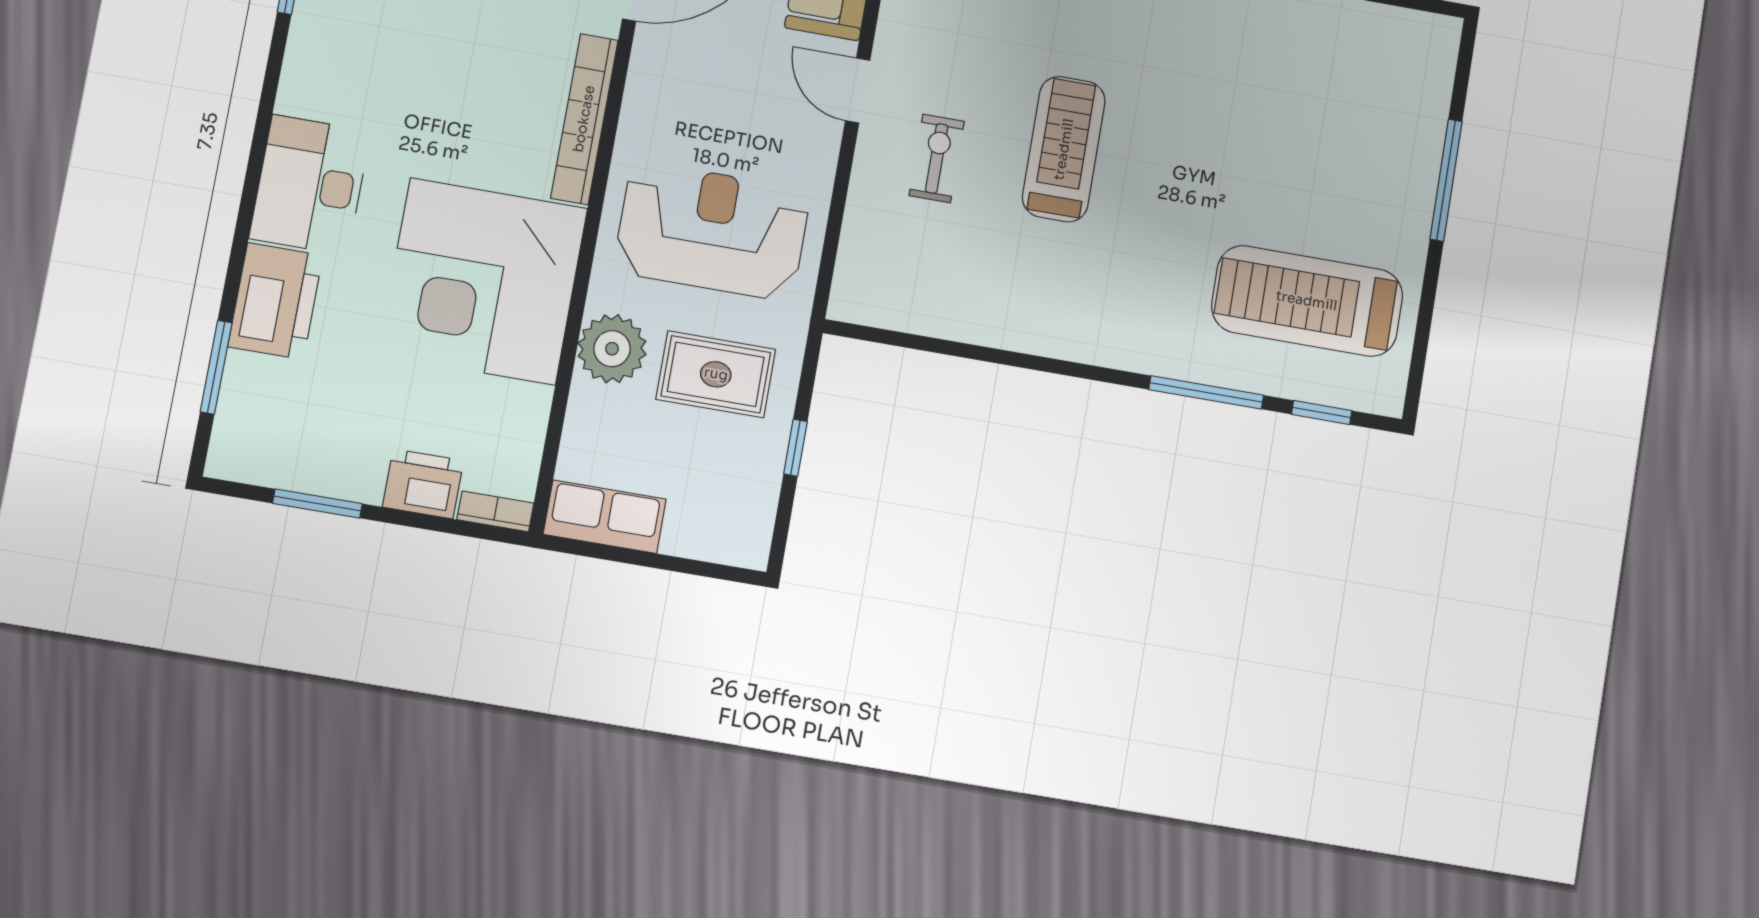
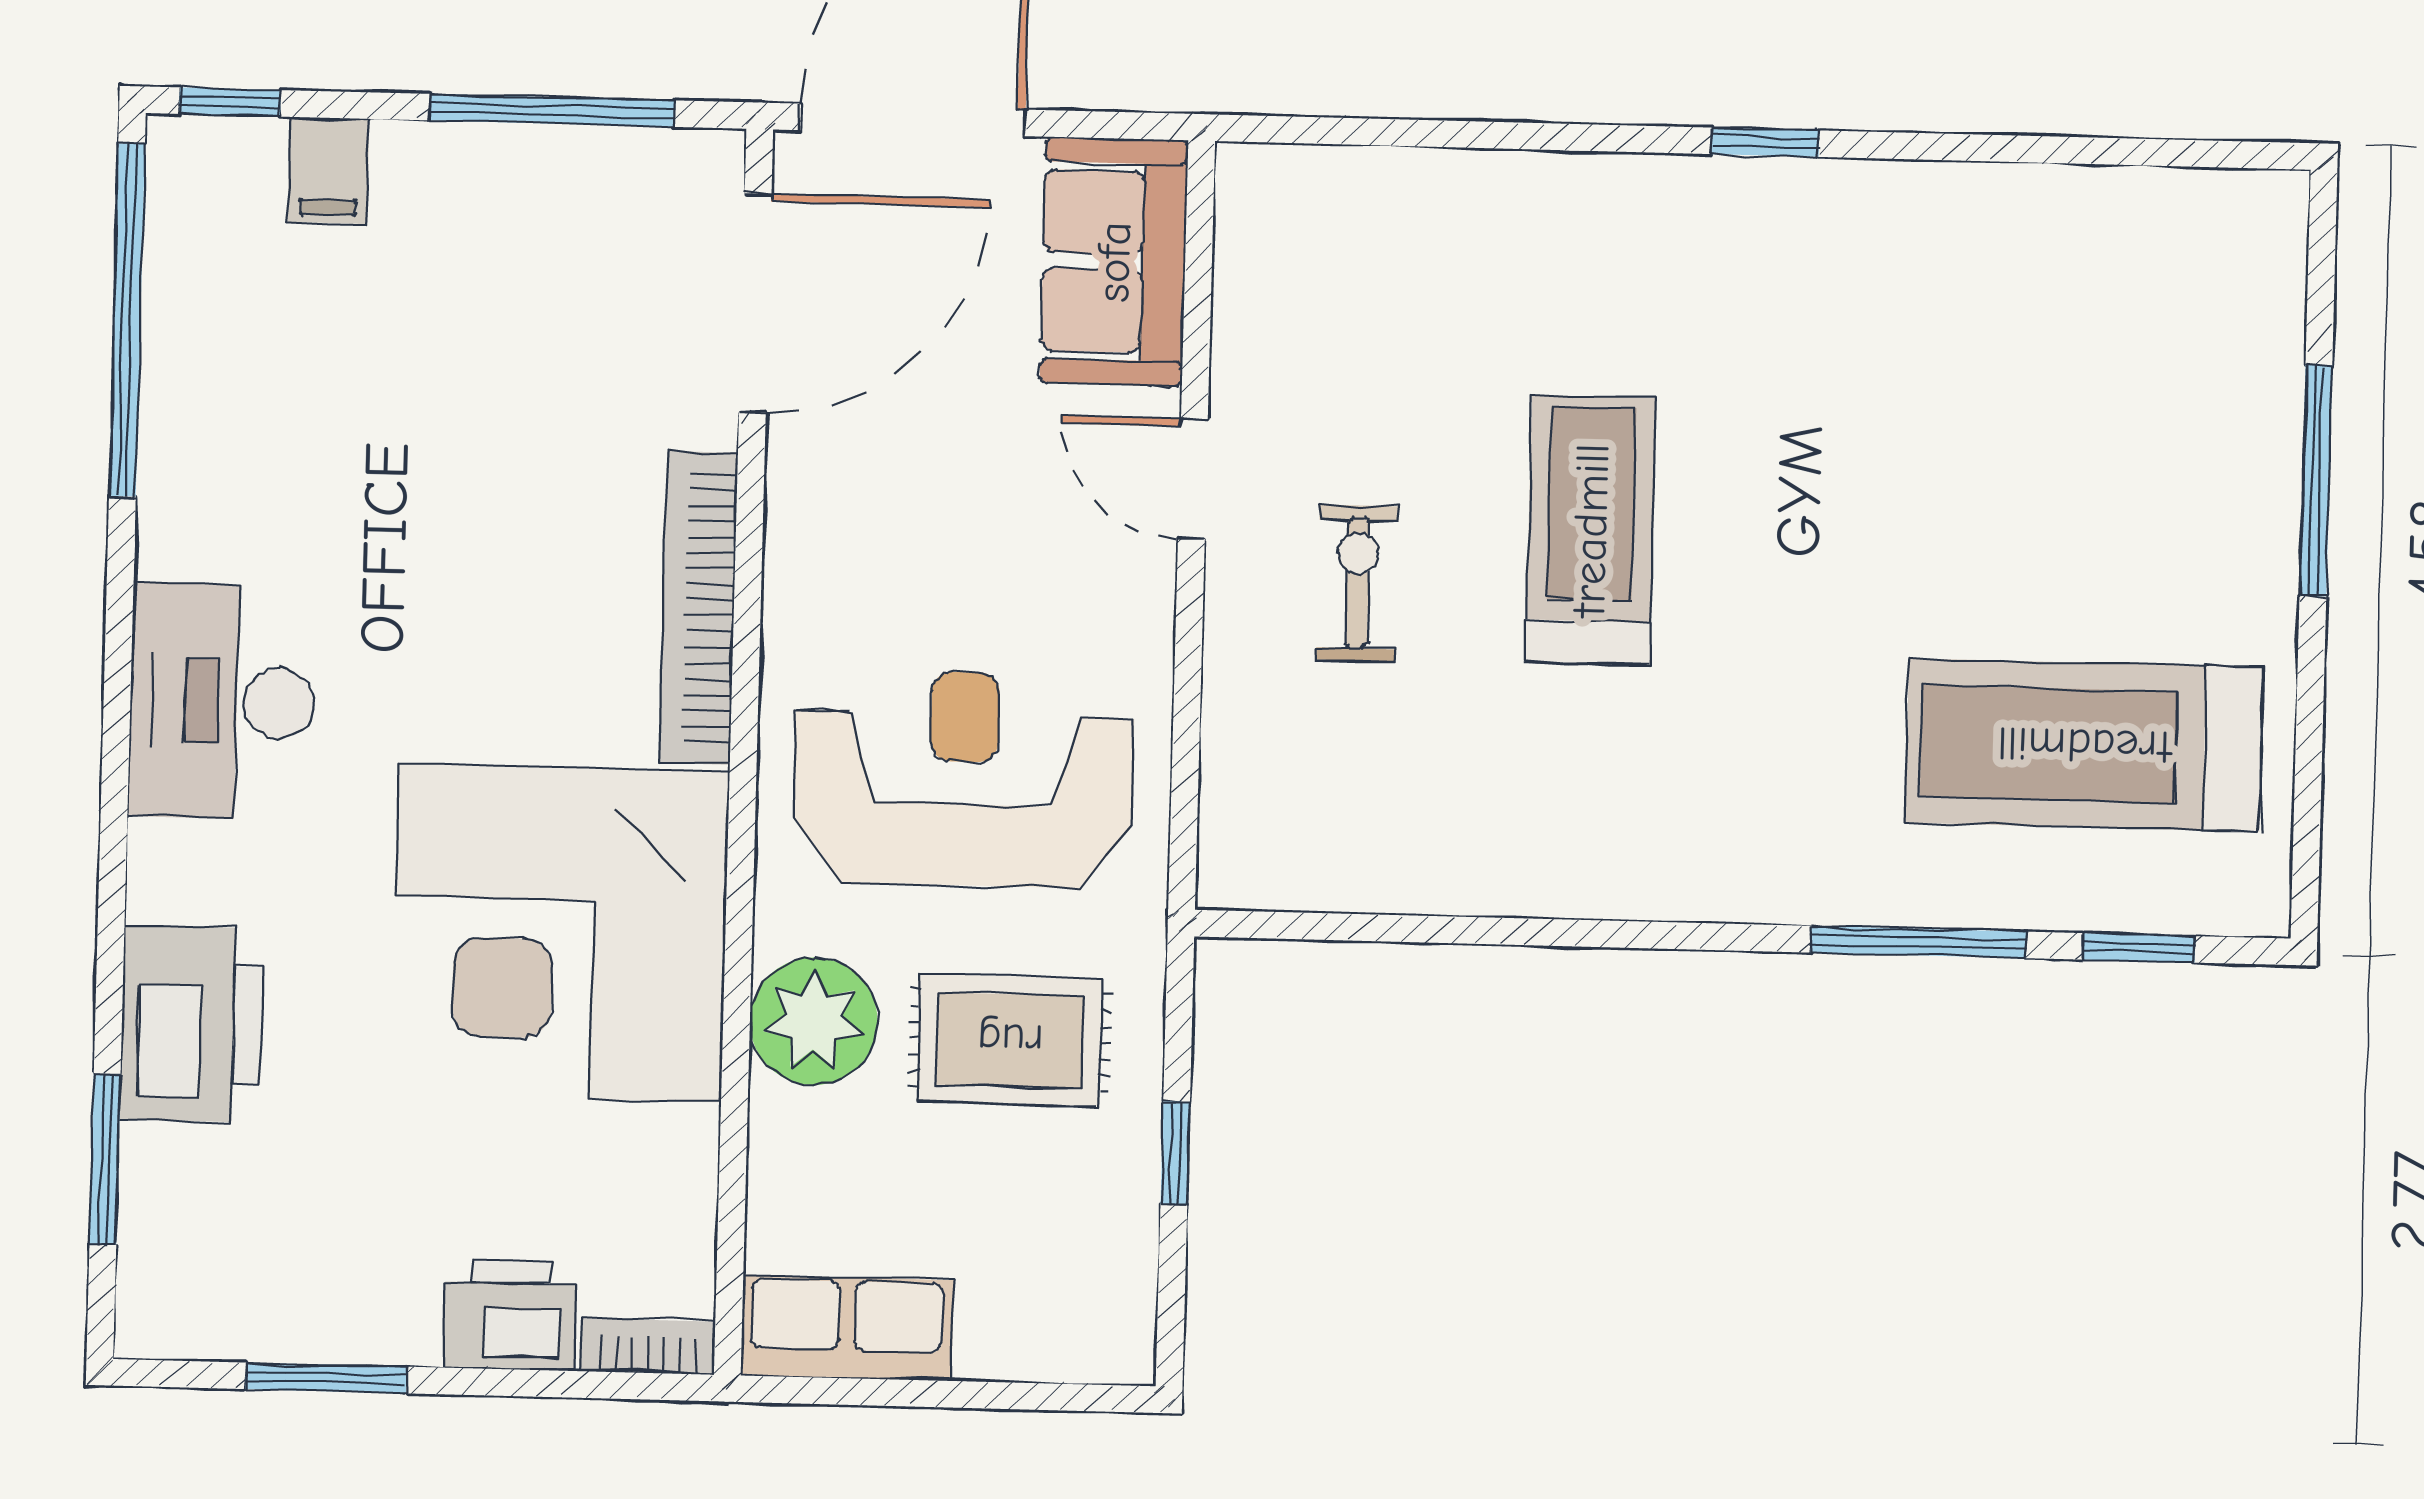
desk: (310, 185) -> (222, 702), moved

